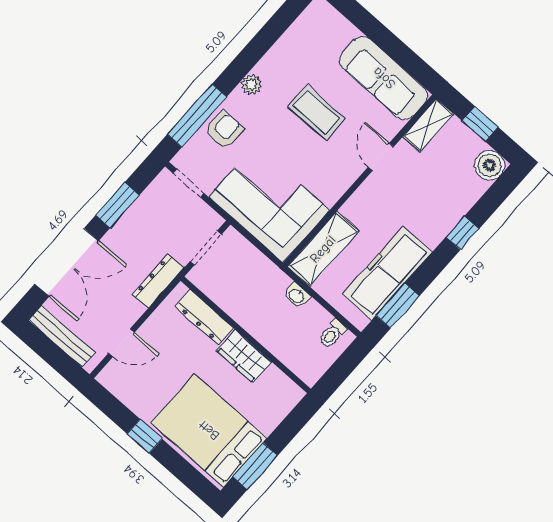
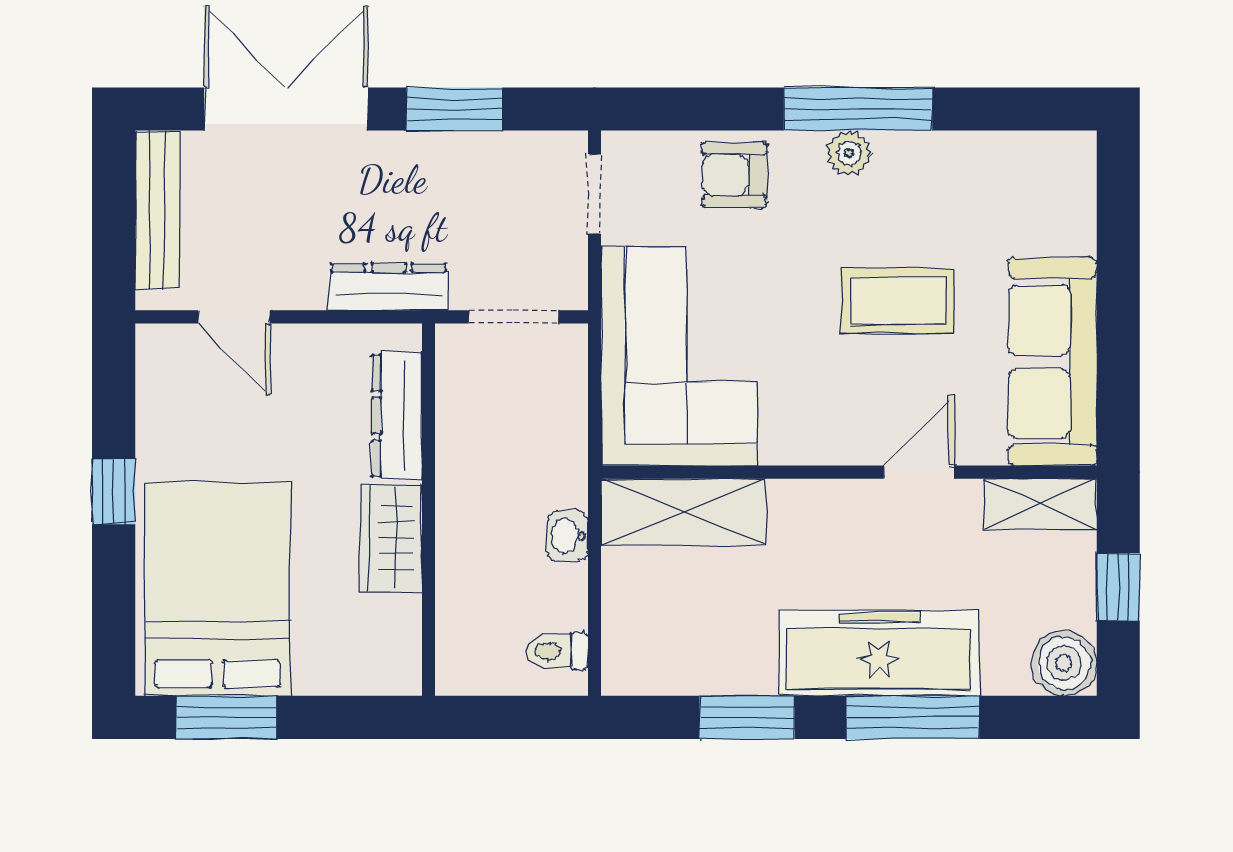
coffee table: (316, 113) -> (897, 301), turned 90
window: (197, 116) -> (858, 109), moved
armchair: (224, 130) -> (734, 175), turned 180
window: (462, 233) -> (913, 717), width x2.17
double door: (67, 262) -> (286, 109), swing flipped
freezer: (387, 273) -> (879, 653), moved
window: (398, 306) -> (747, 717), moved

